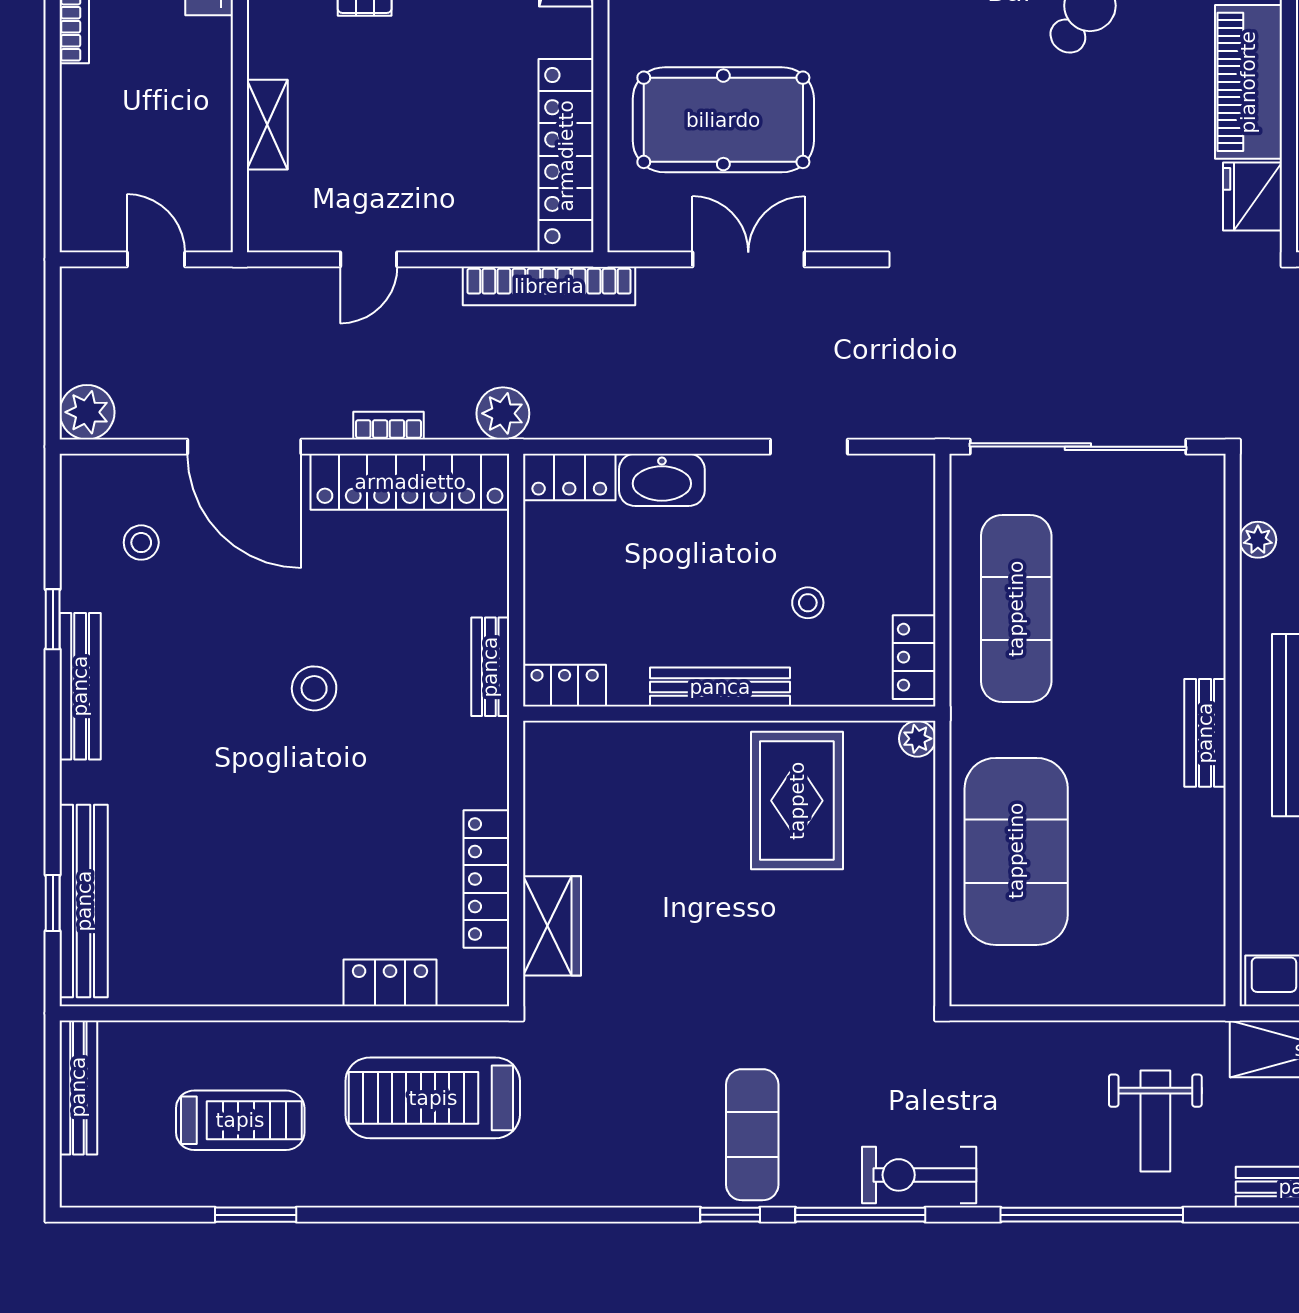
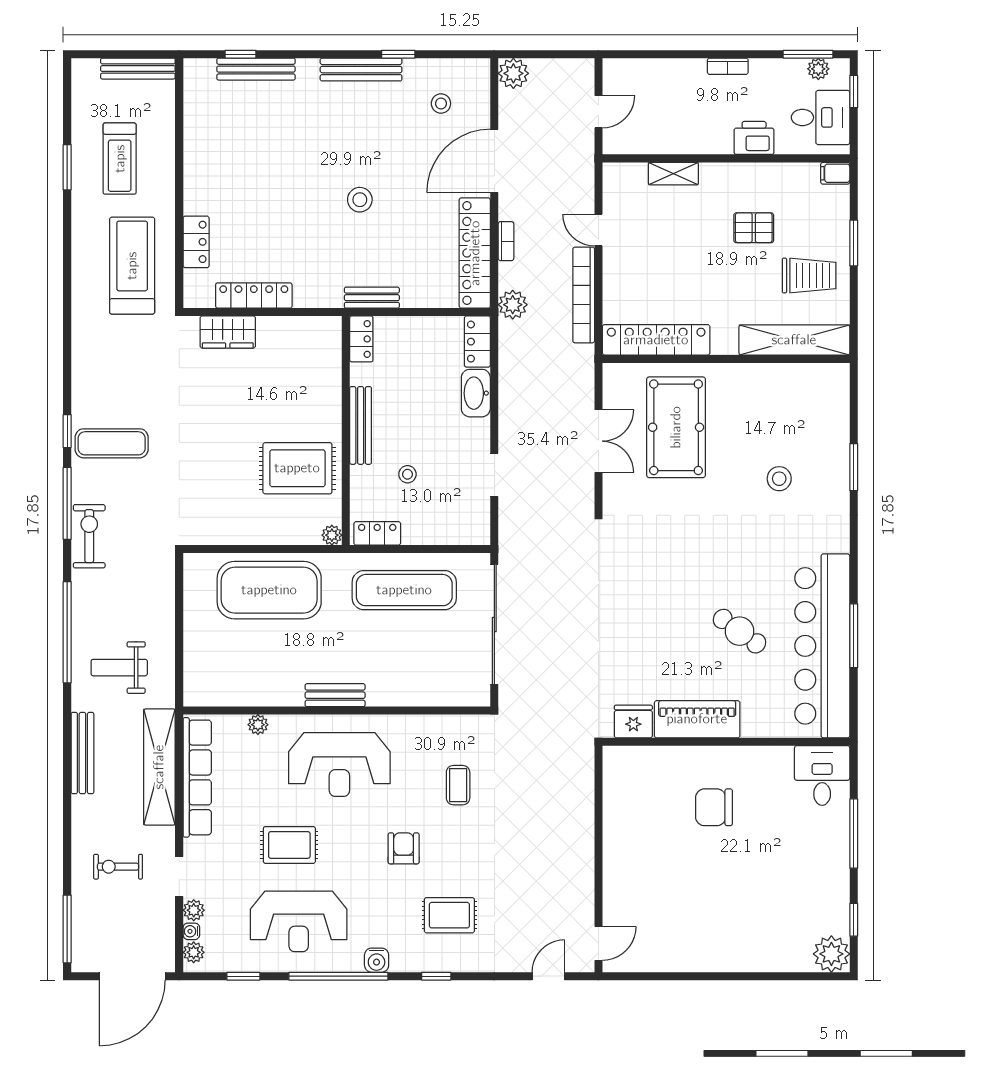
bookcase: (549, 286) -> (584, 295), moved
plant: (1258, 540) -> (258, 725), moved
bench: (84, 901) -> (256, 69), width x0.73, depth x0.82

